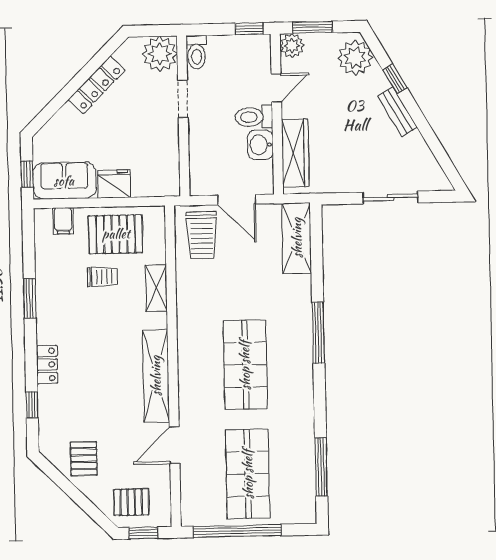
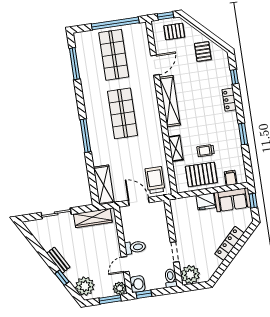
locker: (97, 85) -> (229, 243), moved
washbasin: (260, 145) -> (137, 284), moved
wardrobe: (295, 153) -> (93, 218), moved, turned -90

